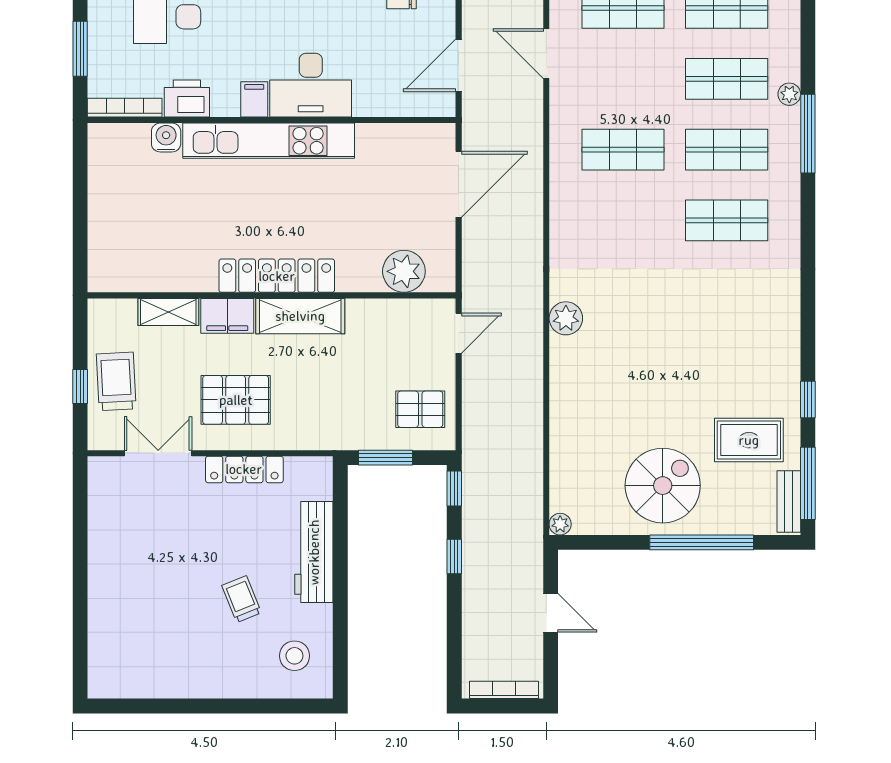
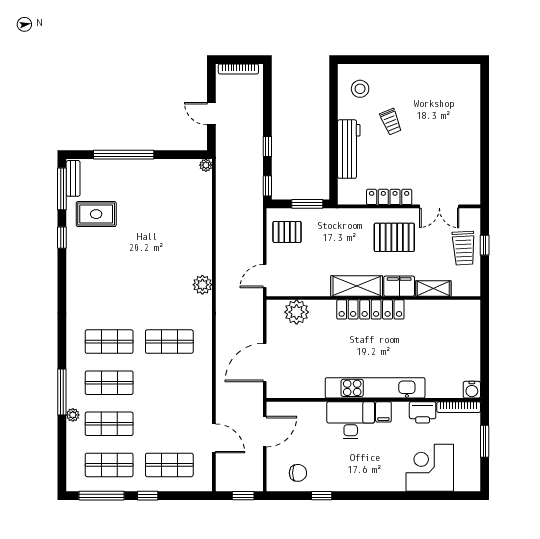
water cooler: (166, 138) -> (472, 390), moved
shop shelf: (623, 150) -> (169, 342), moved
spiral stairs: (663, 486) -> (146, 188), removed

